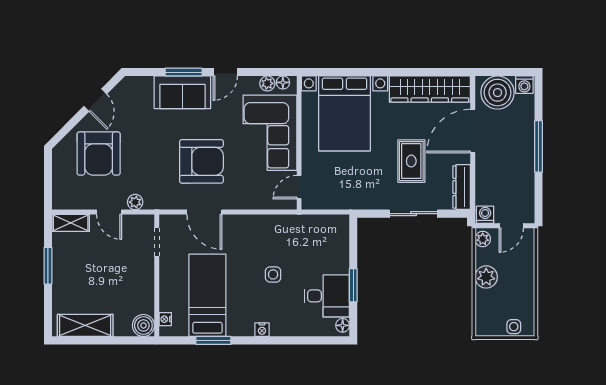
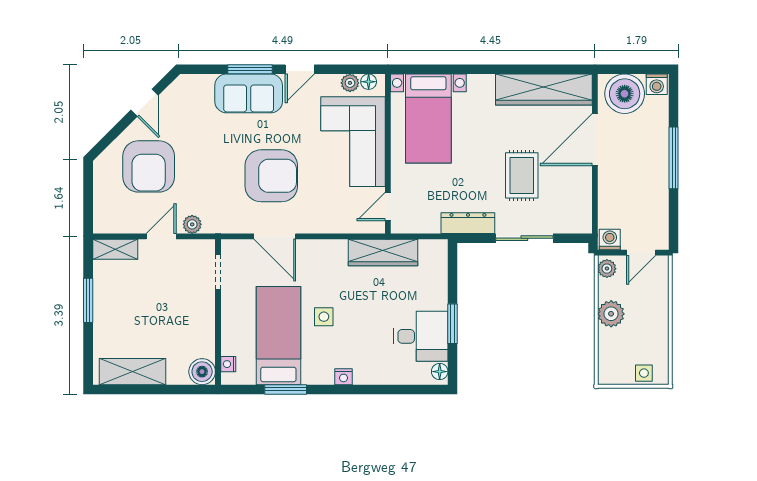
bed with nightstands: (345, 113) -> (428, 119), width x0.73
dresser: (462, 187) -> (468, 223), moved, turned 90
door: (109, 212) -> (161, 236), swing flipped
wardrobe: (295, 226) -> (383, 252), added
side table: (273, 274) -> (324, 317), moved

